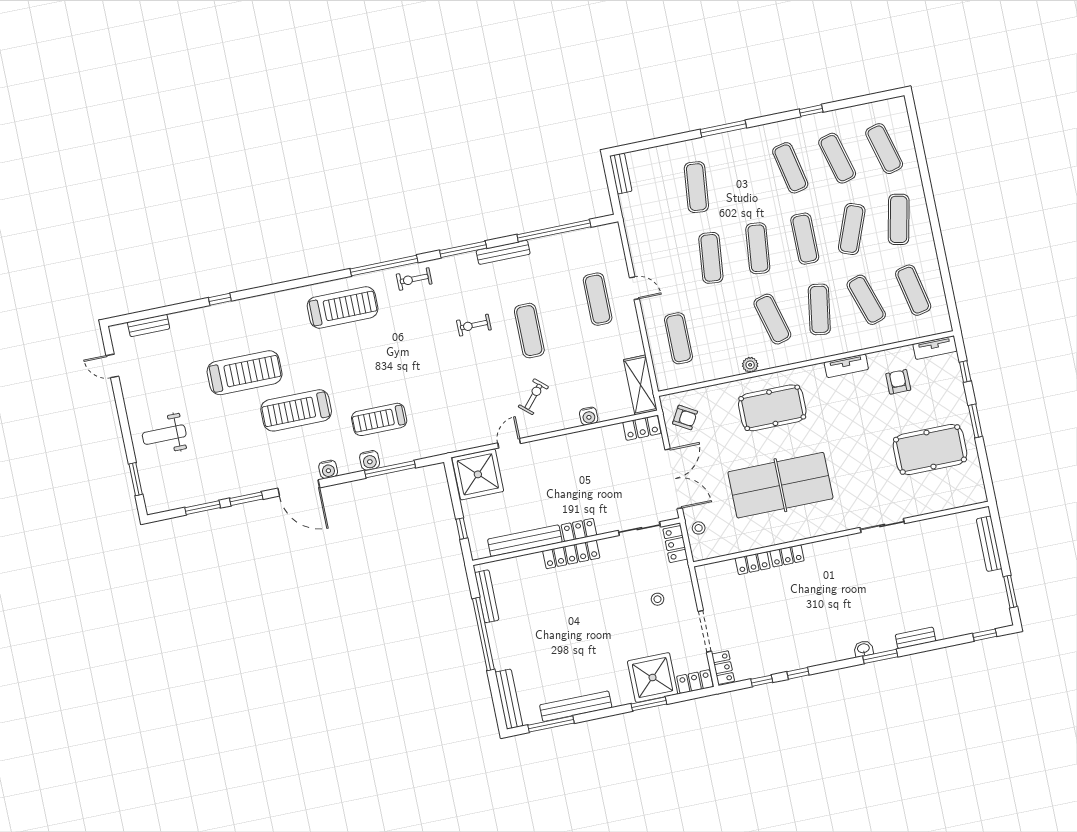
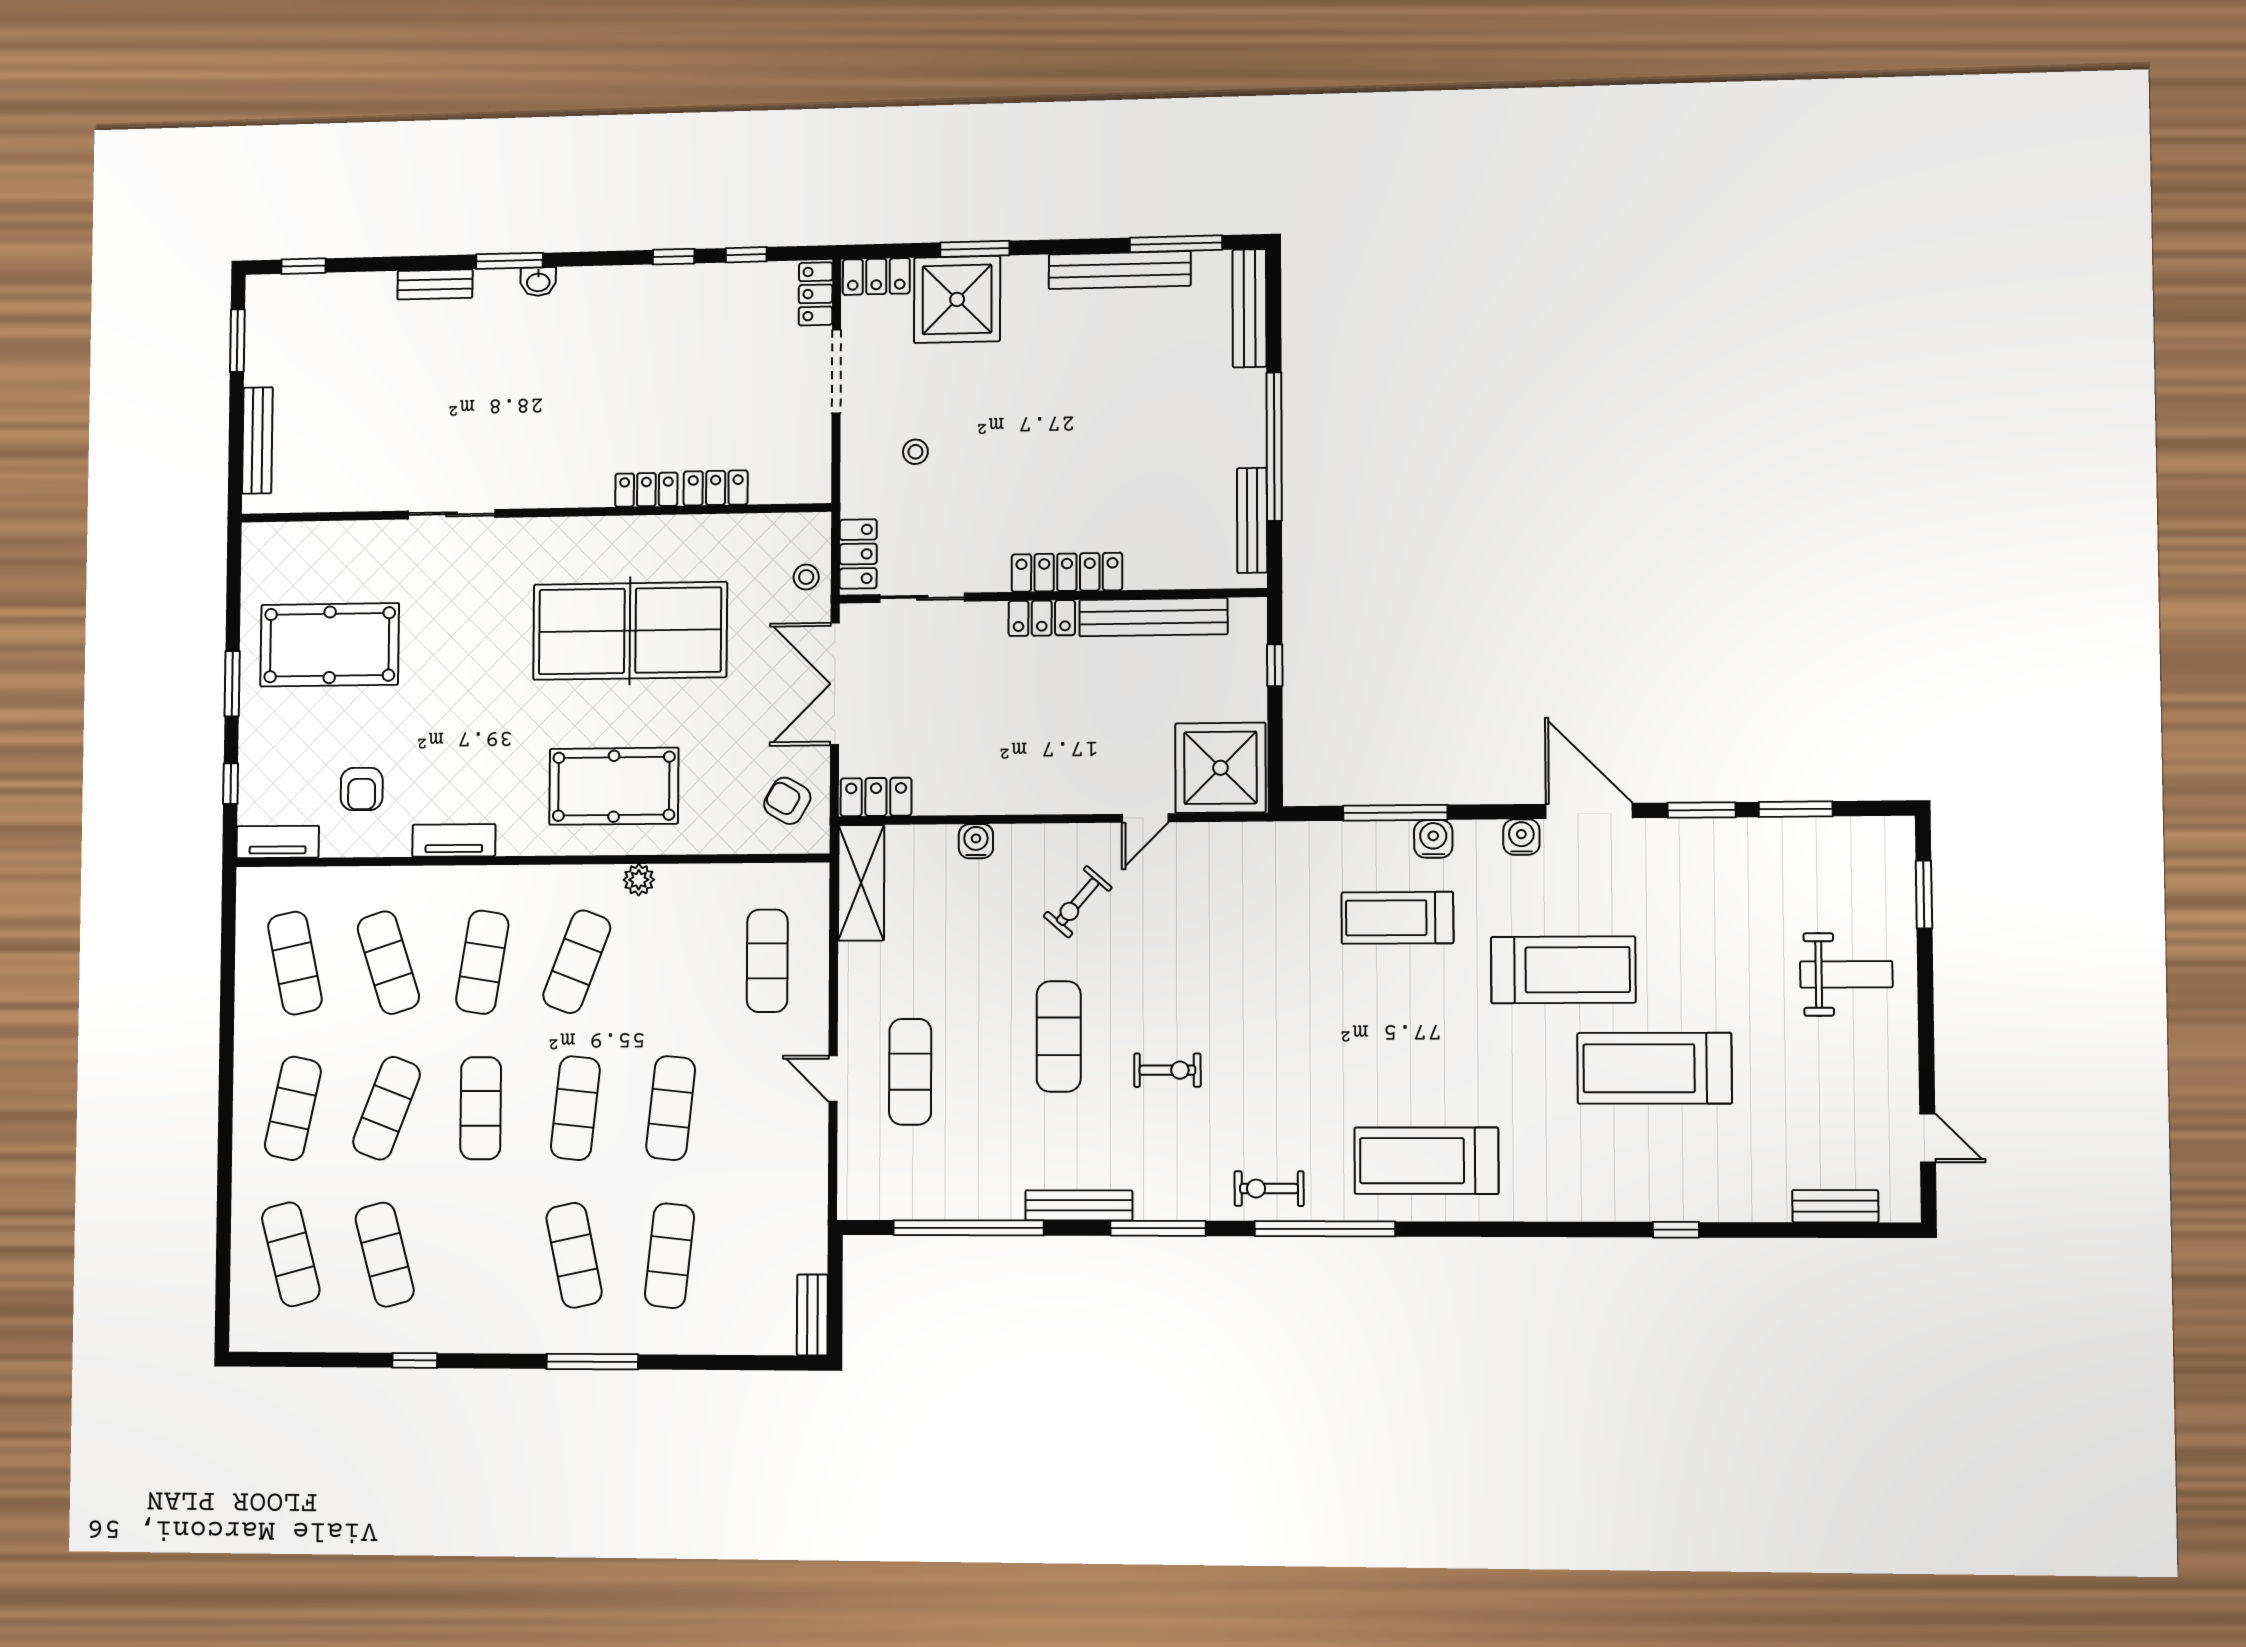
exercise mat: (790, 168) -> (574, 1255), moved
exercise bike: (414, 279) -> (1269, 1189), turned 180
exercise mat: (772, 319) -> (577, 962), turned 36
treadmill: (379, 419) -> (1397, 918), turned 180

